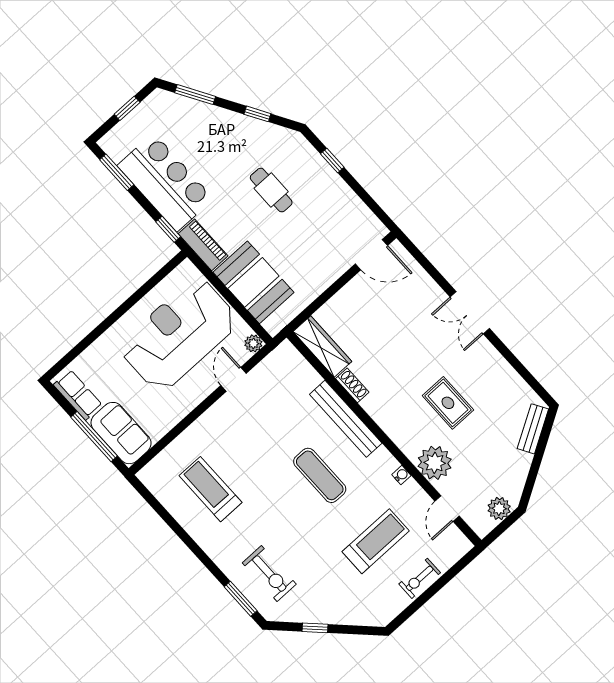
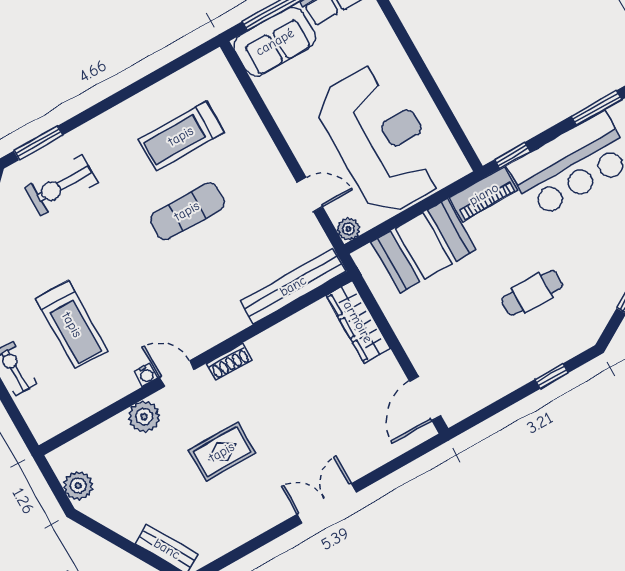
wardrobe: (322, 346) -> (358, 322), moved, turned 90
shoe rack: (352, 385) -> (229, 362), moved
bench: (346, 419) -> (293, 286), moved
plant: (435, 463) -> (144, 417), width x0.73, depth x0.73
exercise mat: (320, 475) -> (187, 211), moved
treadmill: (210, 489) -> (181, 136), turned 180
door: (447, 509) -> (177, 374), moved

